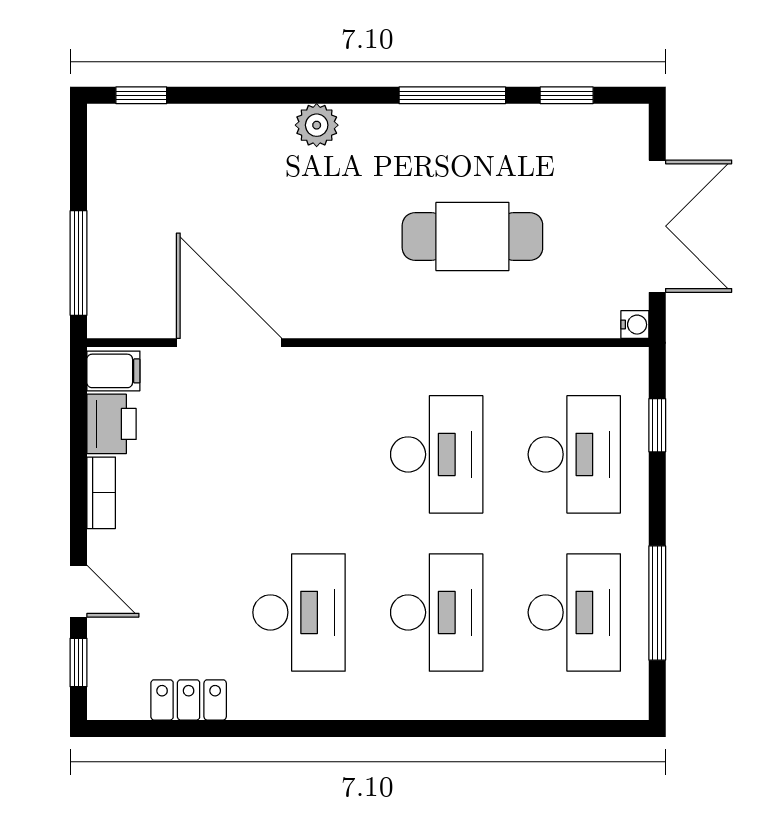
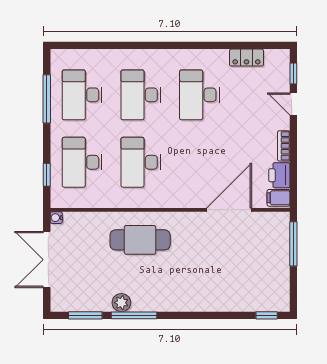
window: (567, 95) -> (85, 315), width x1.50
plant: (317, 125) -> (121, 303), moved
cafe table: (472, 237) -> (140, 240), moved
door: (229, 343) -> (229, 210), swing flipped

